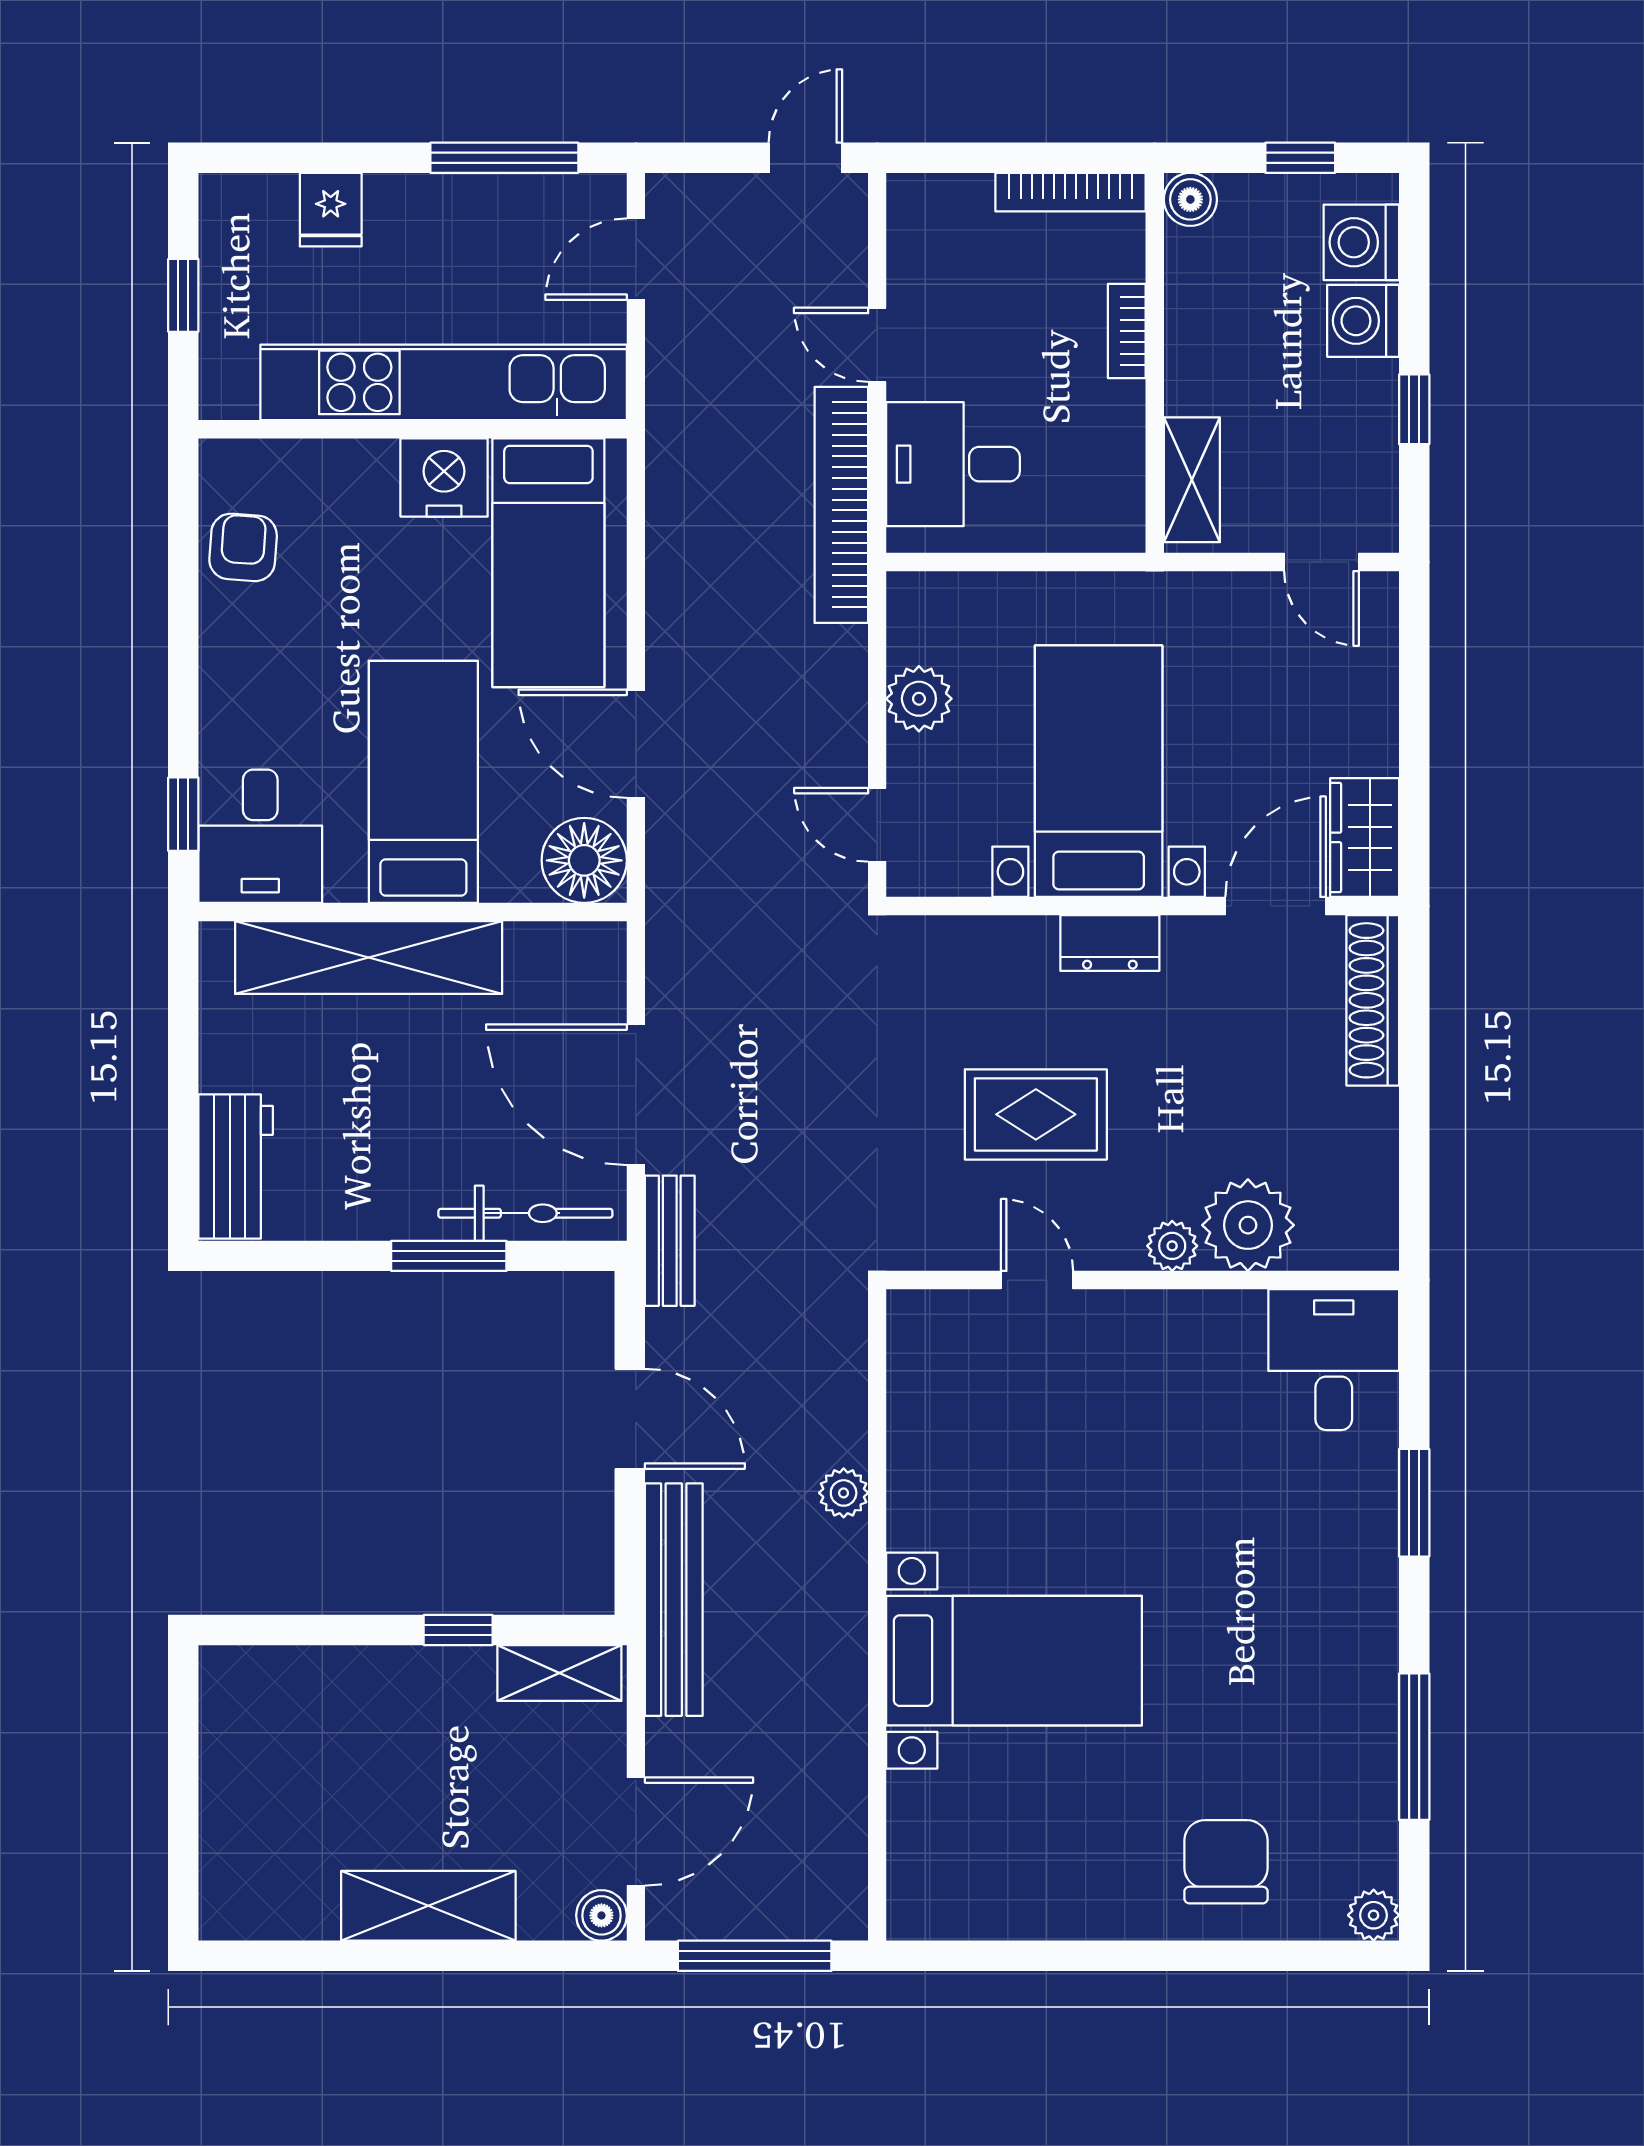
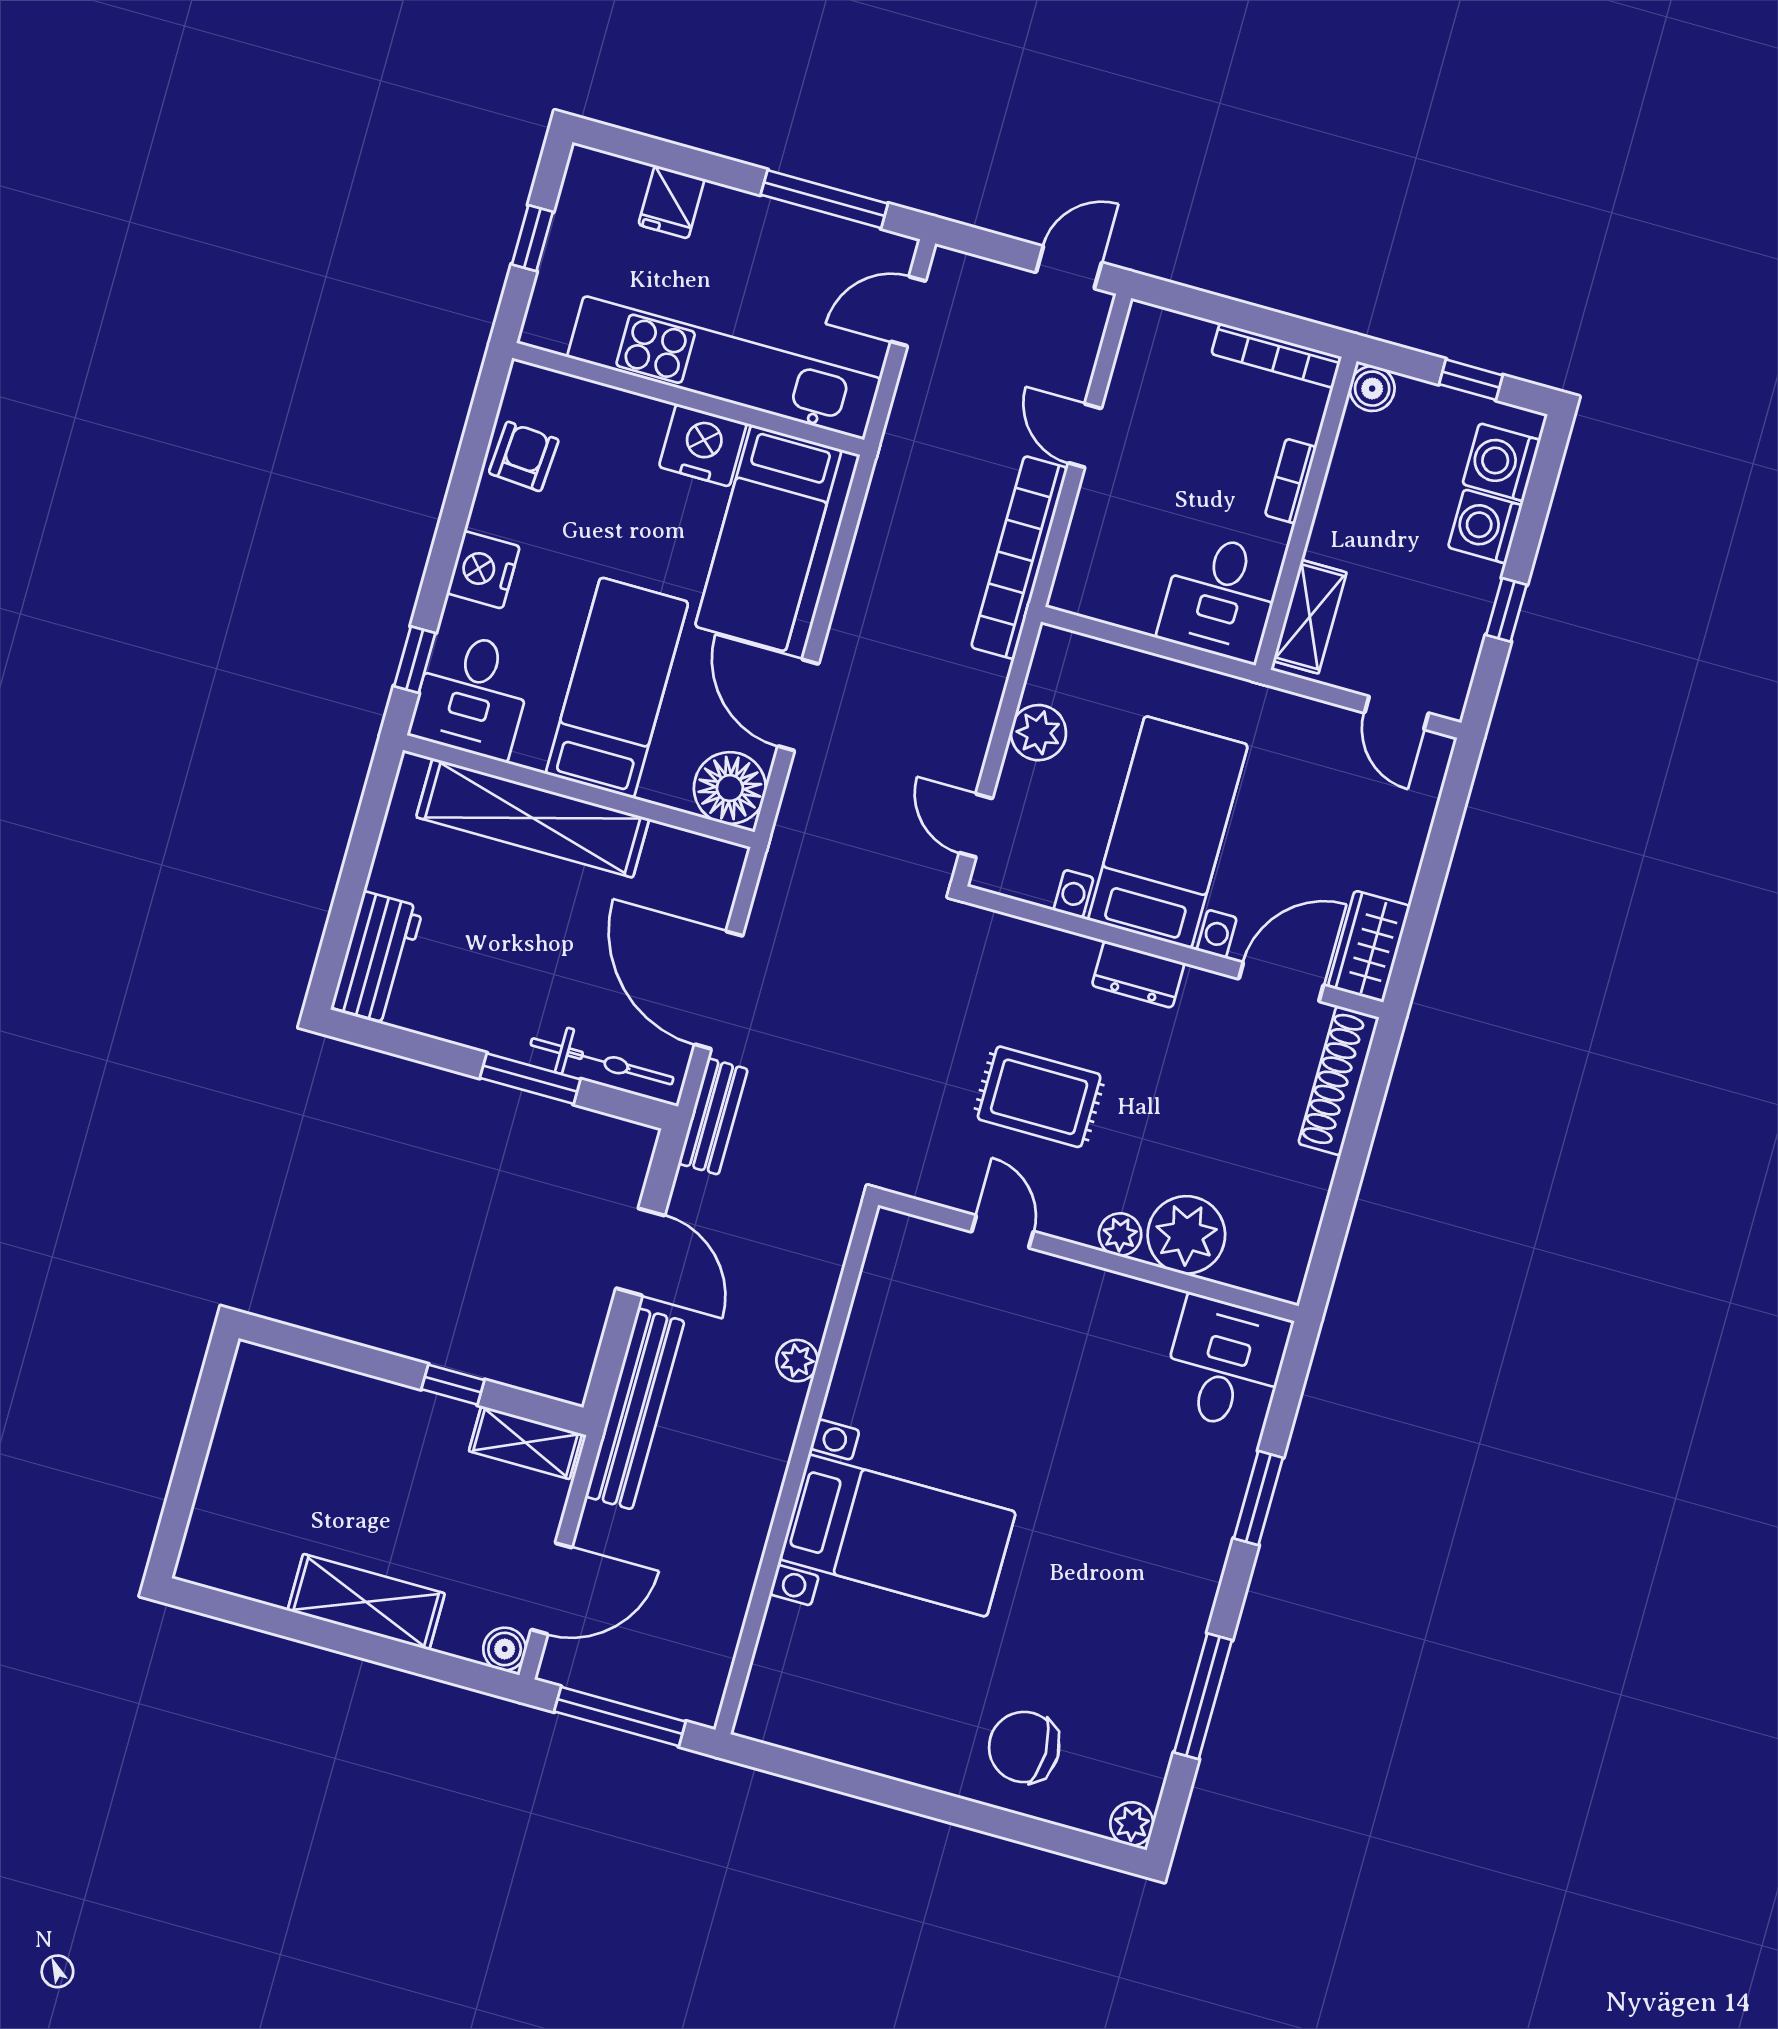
desk: (953, 464) -> (1221, 597), moved, turned -90
nightstand: (233, 690) -> (483, 570), added
chair: (1226, 1862) -> (1024, 1747), turned -90

